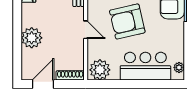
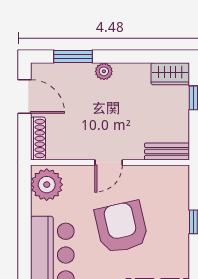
plant: (32, 38) -> (104, 71), width x0.53, depth x0.53
window: (17, 53) -> (73, 57), added

